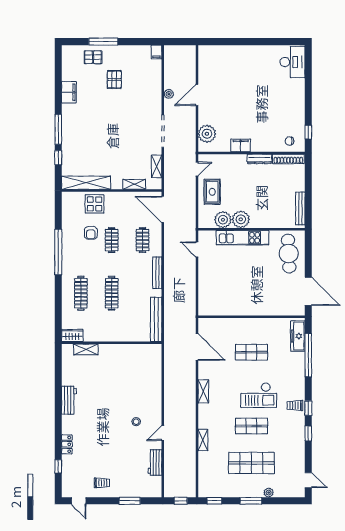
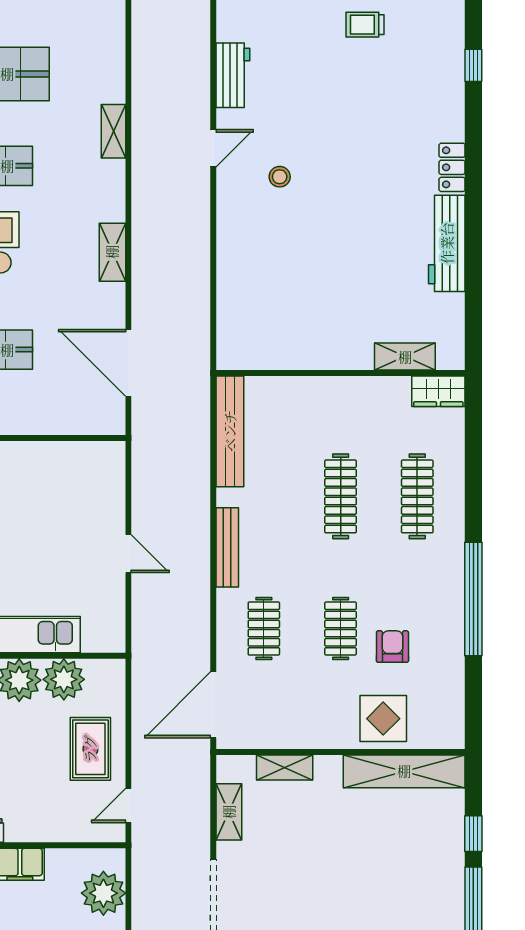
door: (163, 209) -> (213, 705), swing flipped
door: (197, 249) -> (128, 554), moved
workbench: (69, 400) -> (447, 243), width x1.38
locker: (67, 444) -> (452, 167), moved

